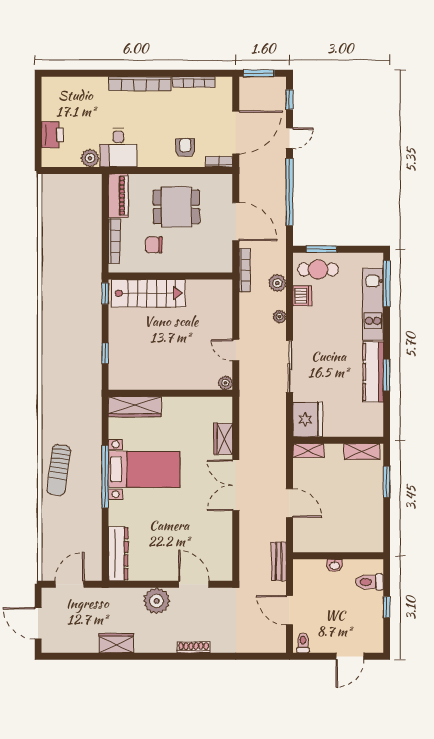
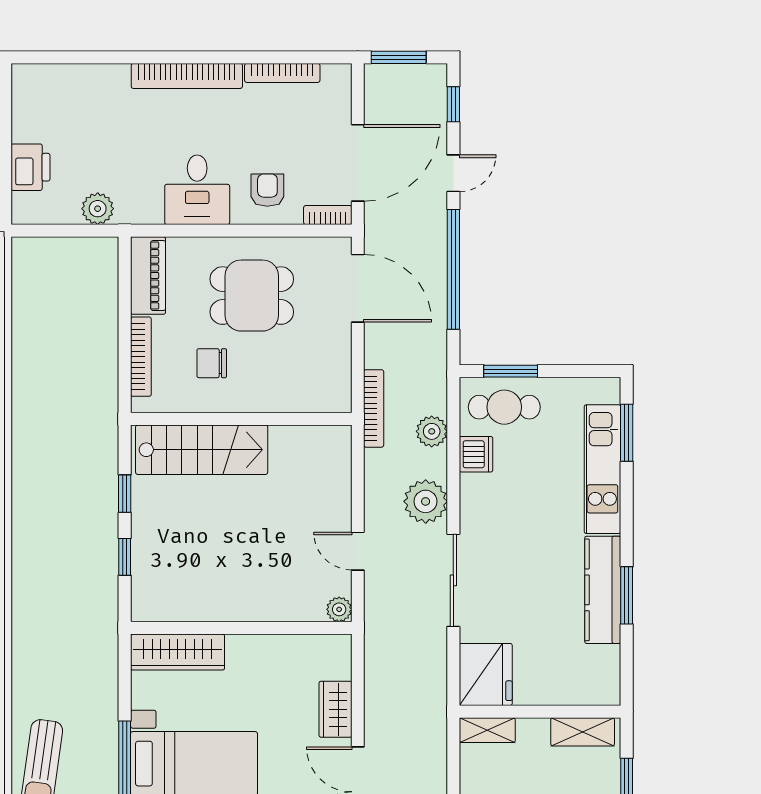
desk: (118, 148) -> (197, 190), moved
door: (236, 222) -> (358, 288), moved
window: (387, 284) -> (627, 433), width x0.69
window: (105, 294) -> (125, 494), moved
plant: (280, 317) -> (426, 501), width x1.88, depth x1.88

